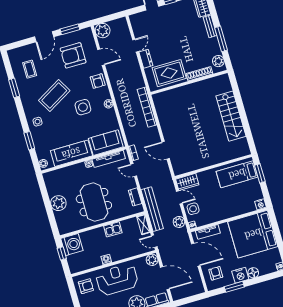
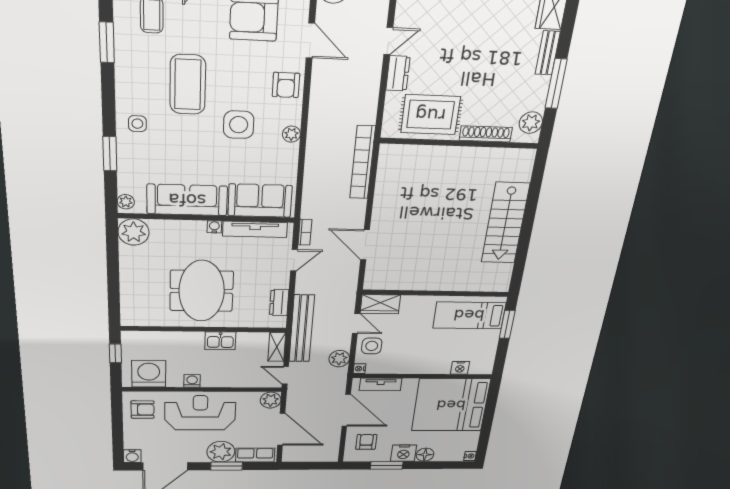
coffee table: (54, 95) -> (188, 85), turned -60
door: (134, 170) -> (294, 260), swing flipped
plant: (58, 203) -> (134, 232), moved
nightstand: (261, 204) -> (460, 368), moved
washing machine: (72, 245) -> (149, 374), moved, turned -90

